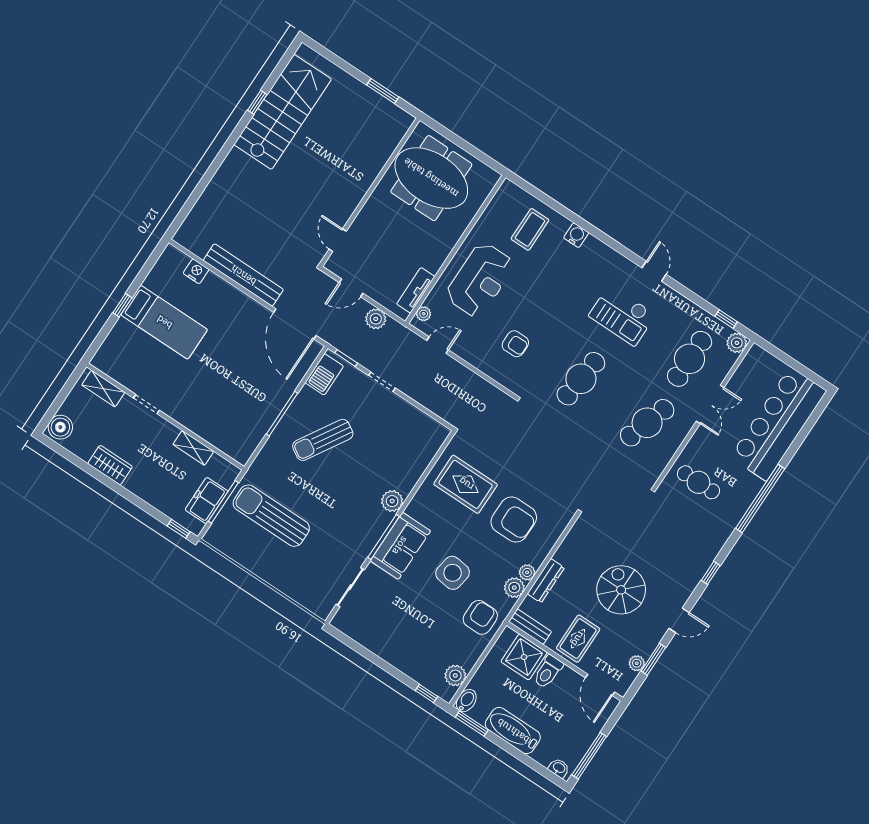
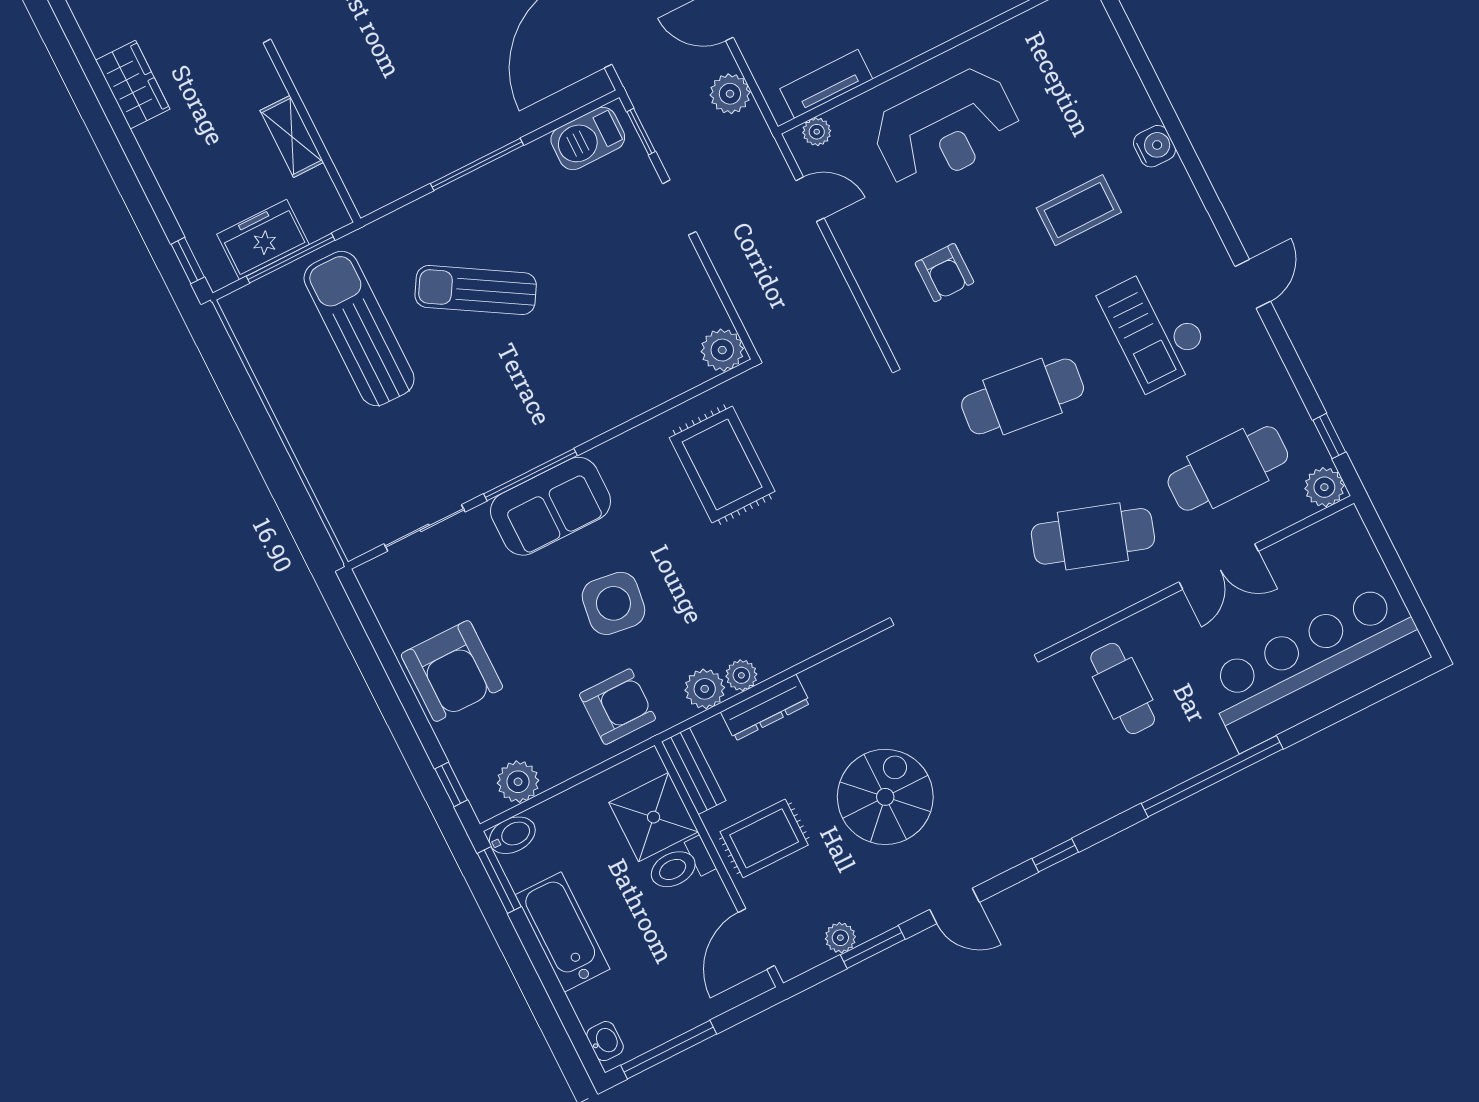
coffee table: (530, 229) -> (1079, 210), moved
sun lounger: (323, 440) -> (476, 290), moved
plant: (392, 501) -> (722, 350), moved
armchair: (514, 520) -> (452, 671), moved

